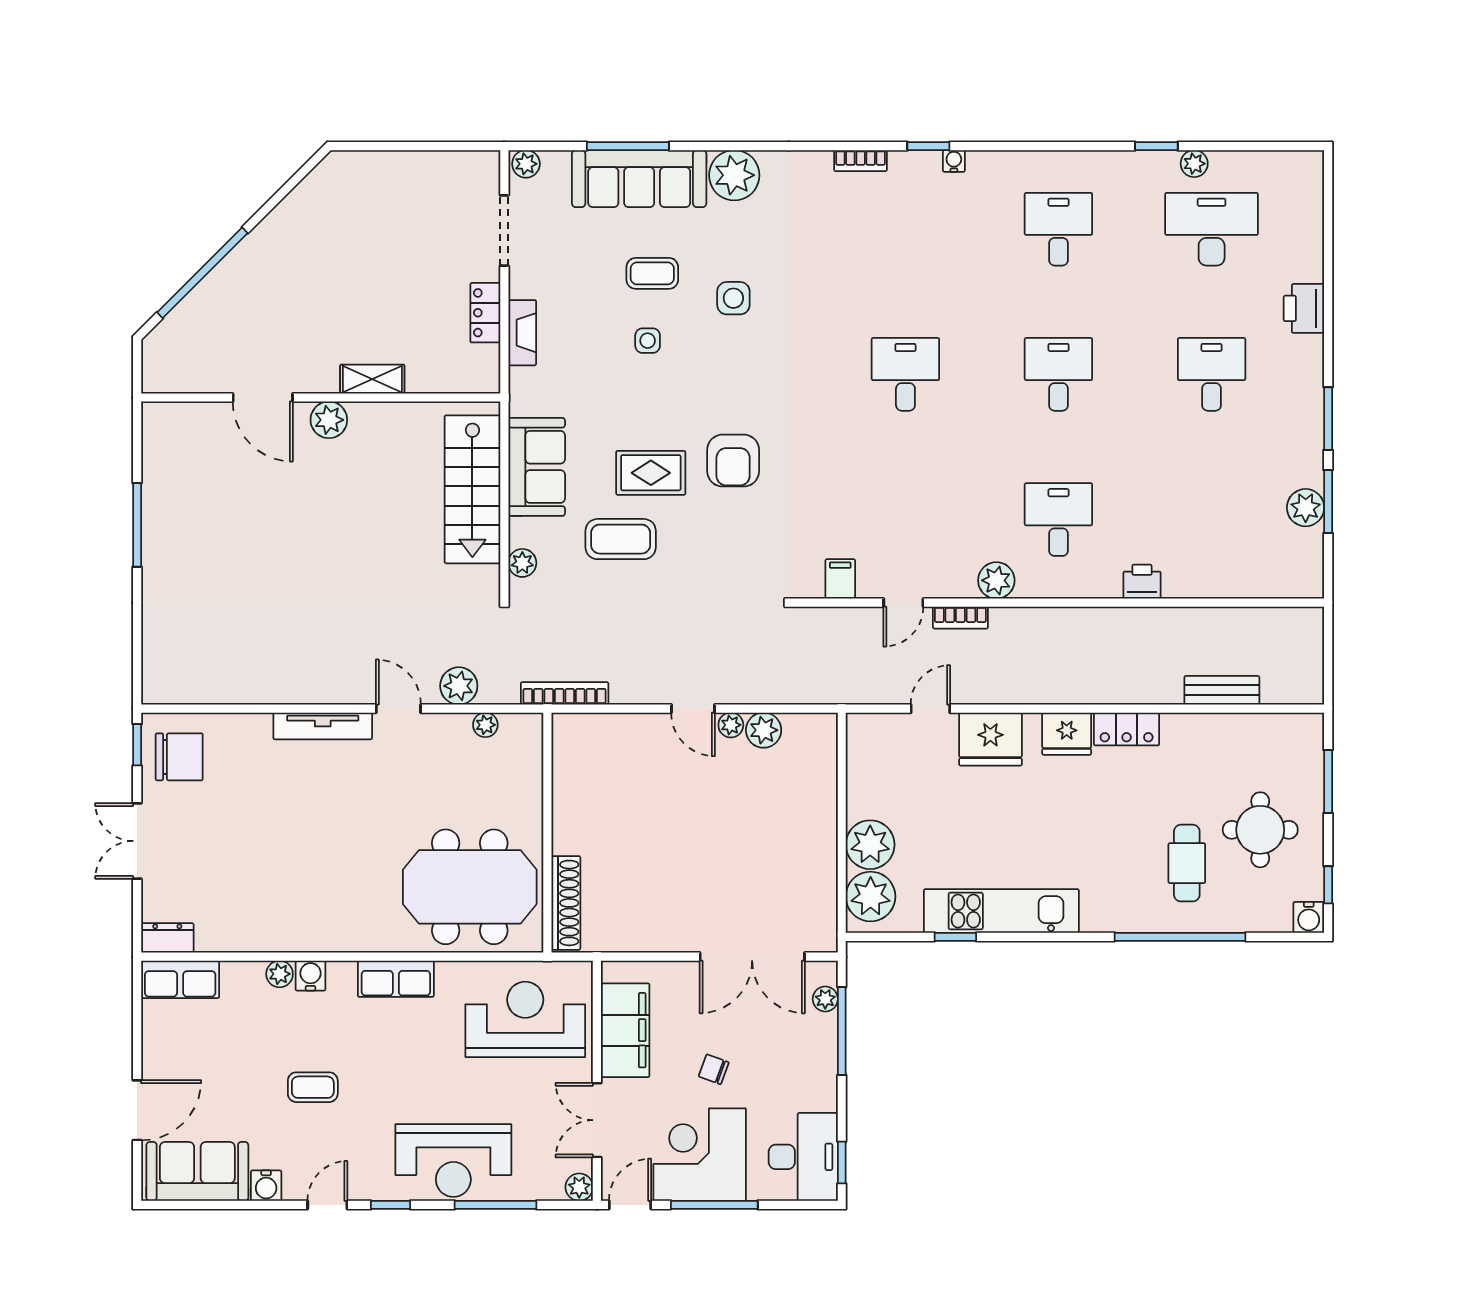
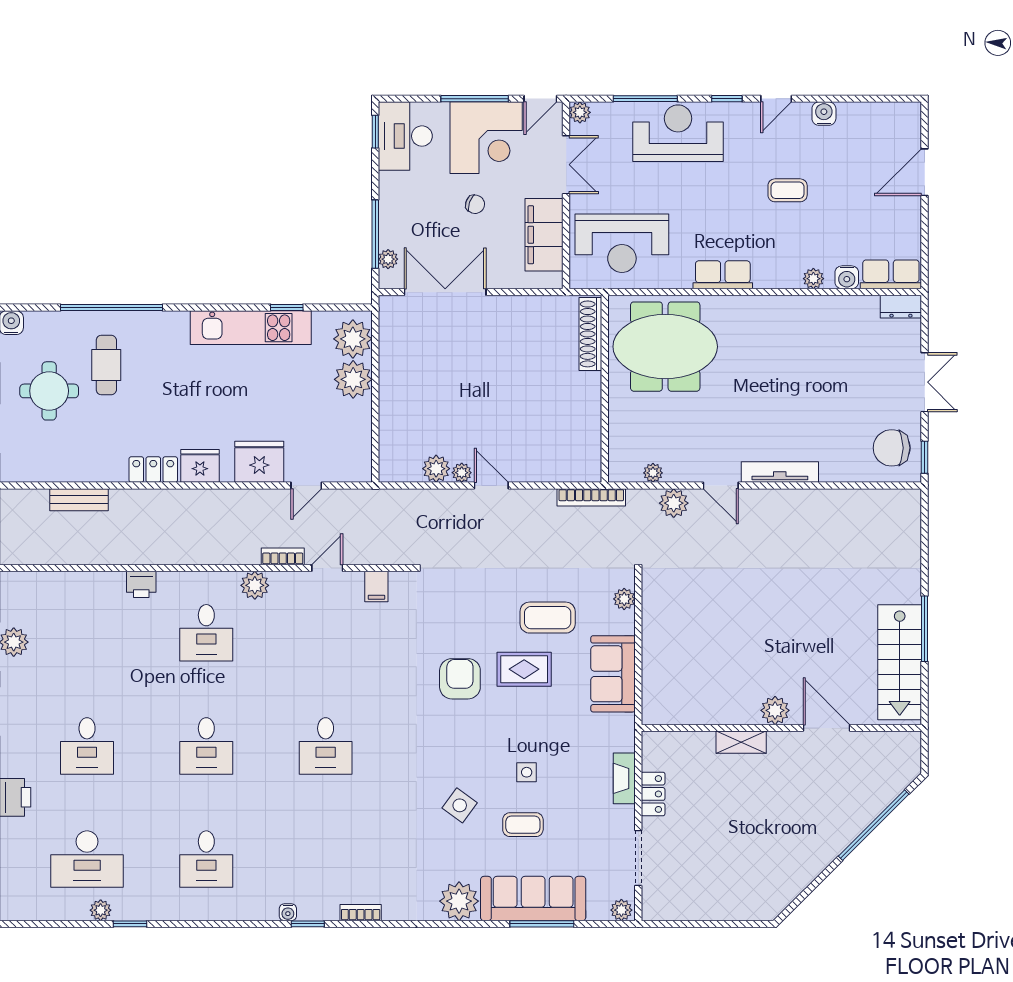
side table: (733, 298) -> (460, 805), turned 36
stairs: (472, 489) -> (900, 662), moved, turned 180
water cooler: (310, 976) -> (847, 277), moved
sofa: (197, 1171) -> (878, 125), removed

